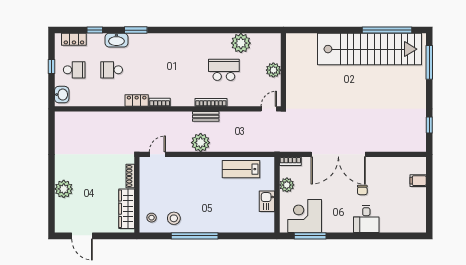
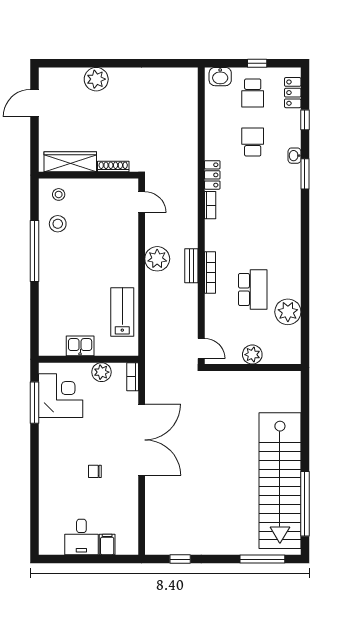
washbasin: (116, 40) -> (294, 156), width x0.52, depth x0.69
double door: (338, 154) -> (142, 440), swing flipped
desk: (366, 219) -> (81, 537), moved, turned -90

